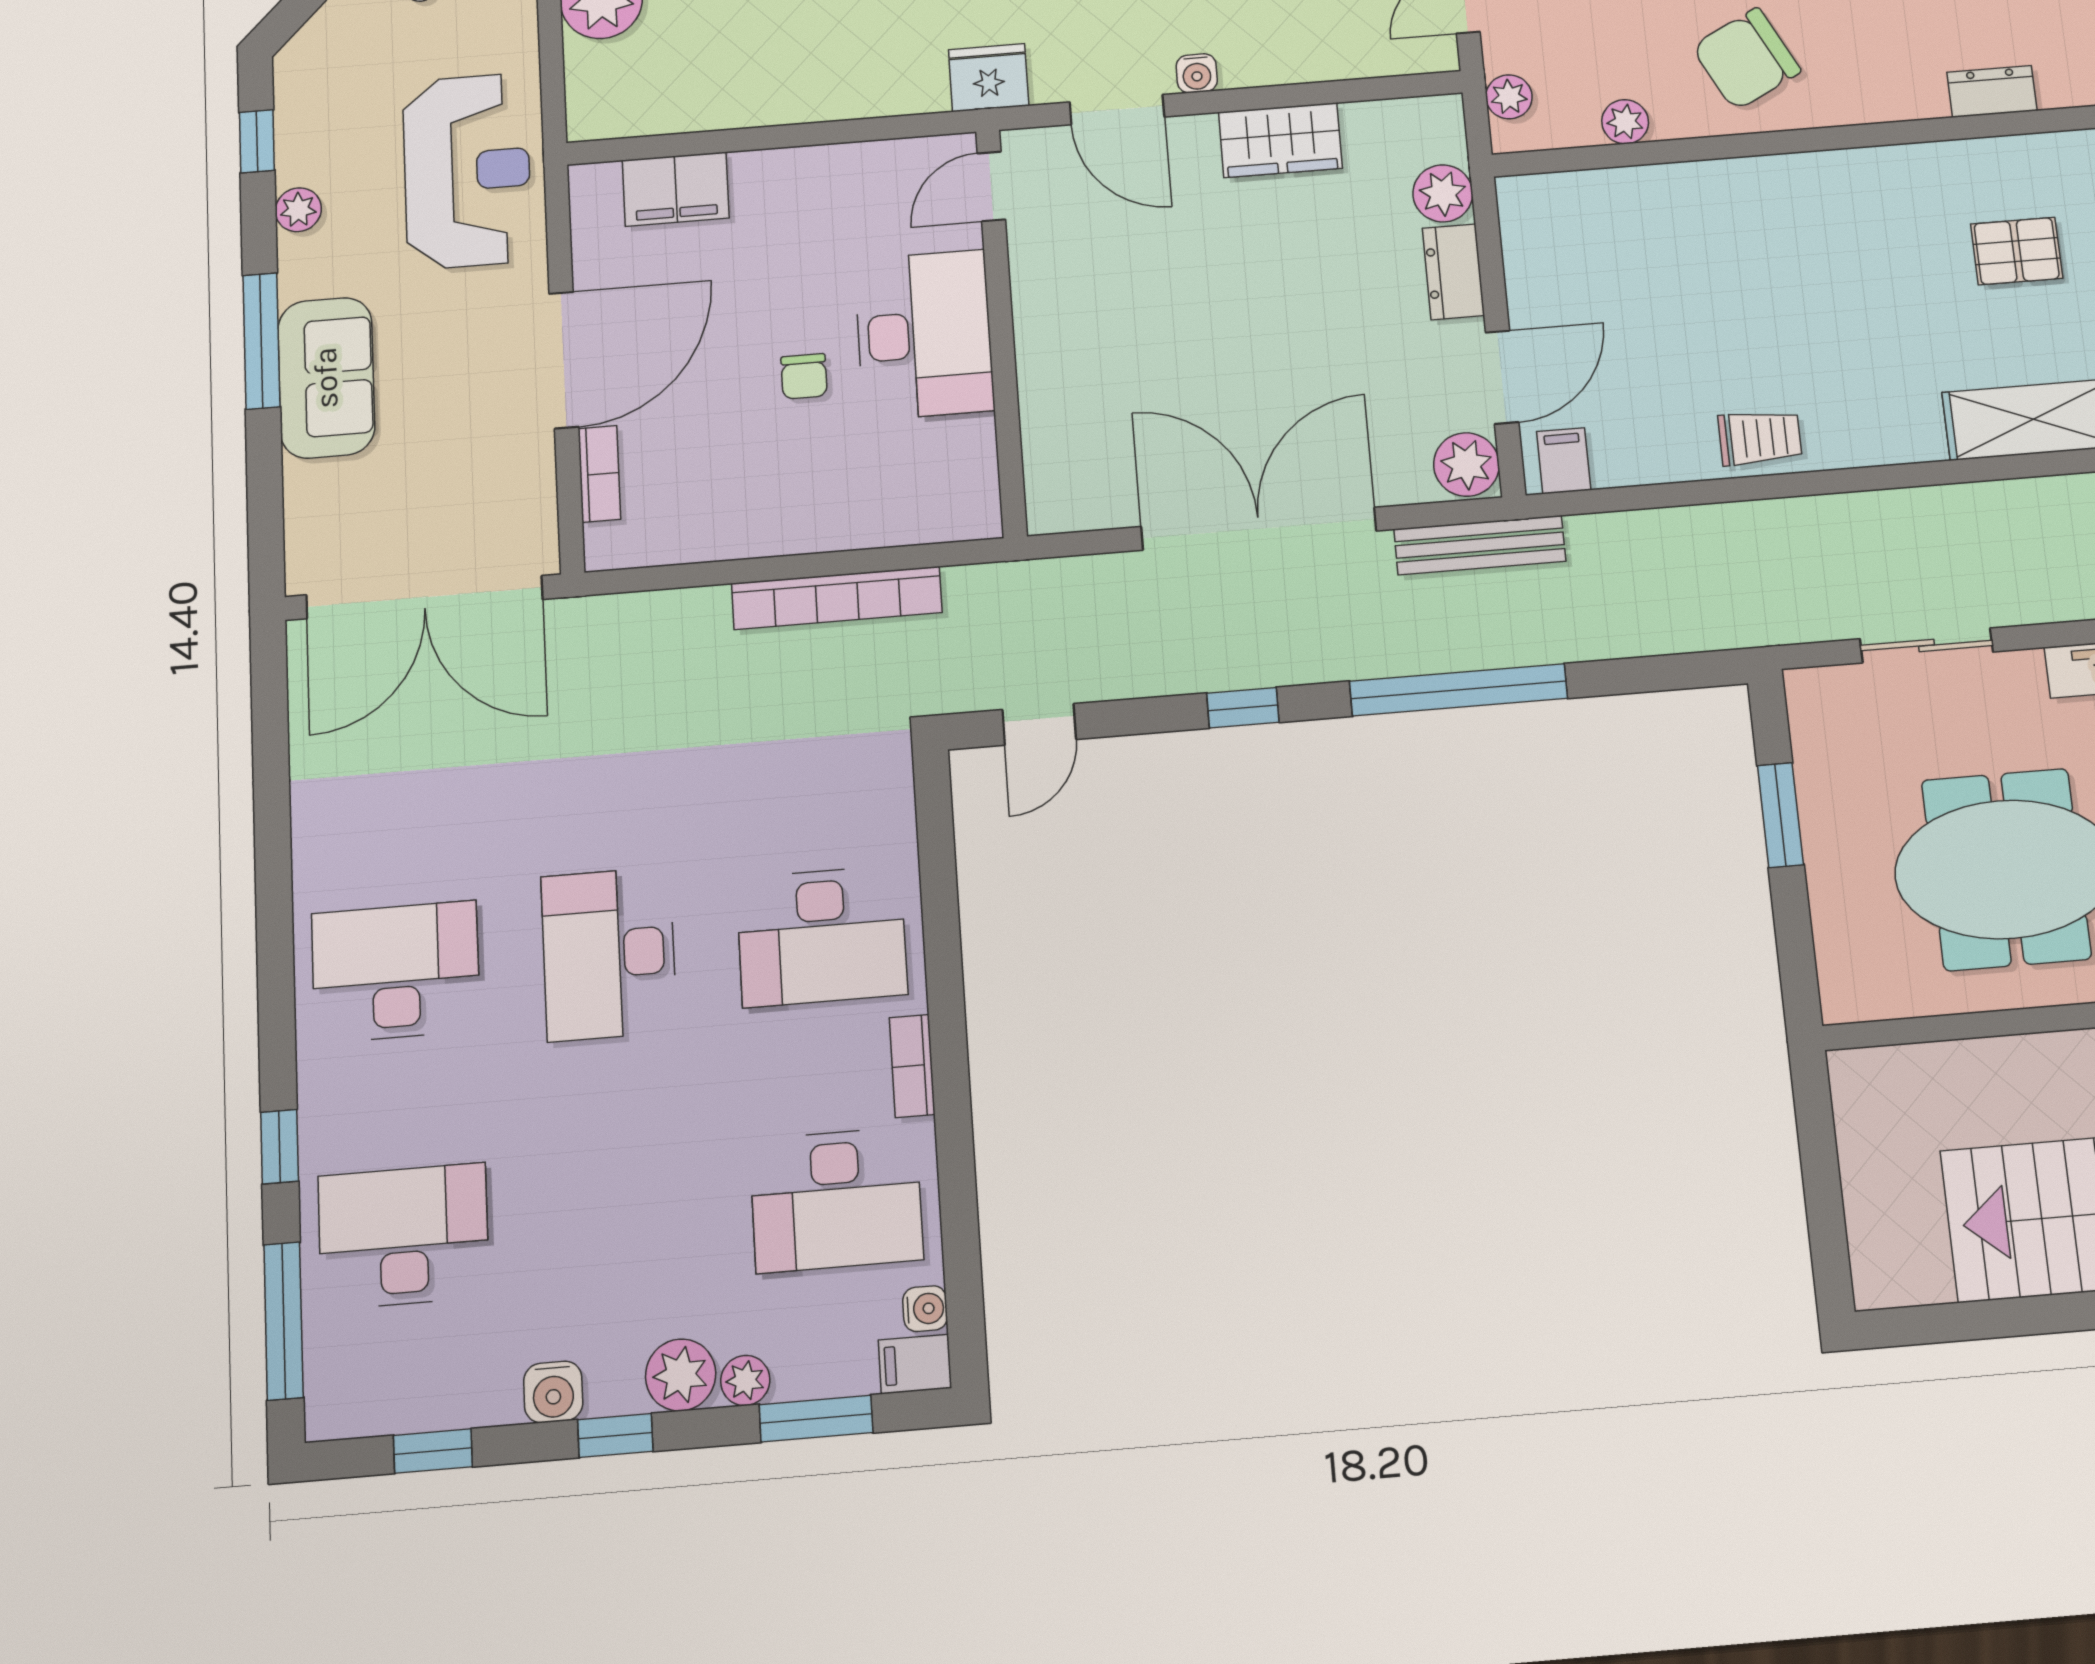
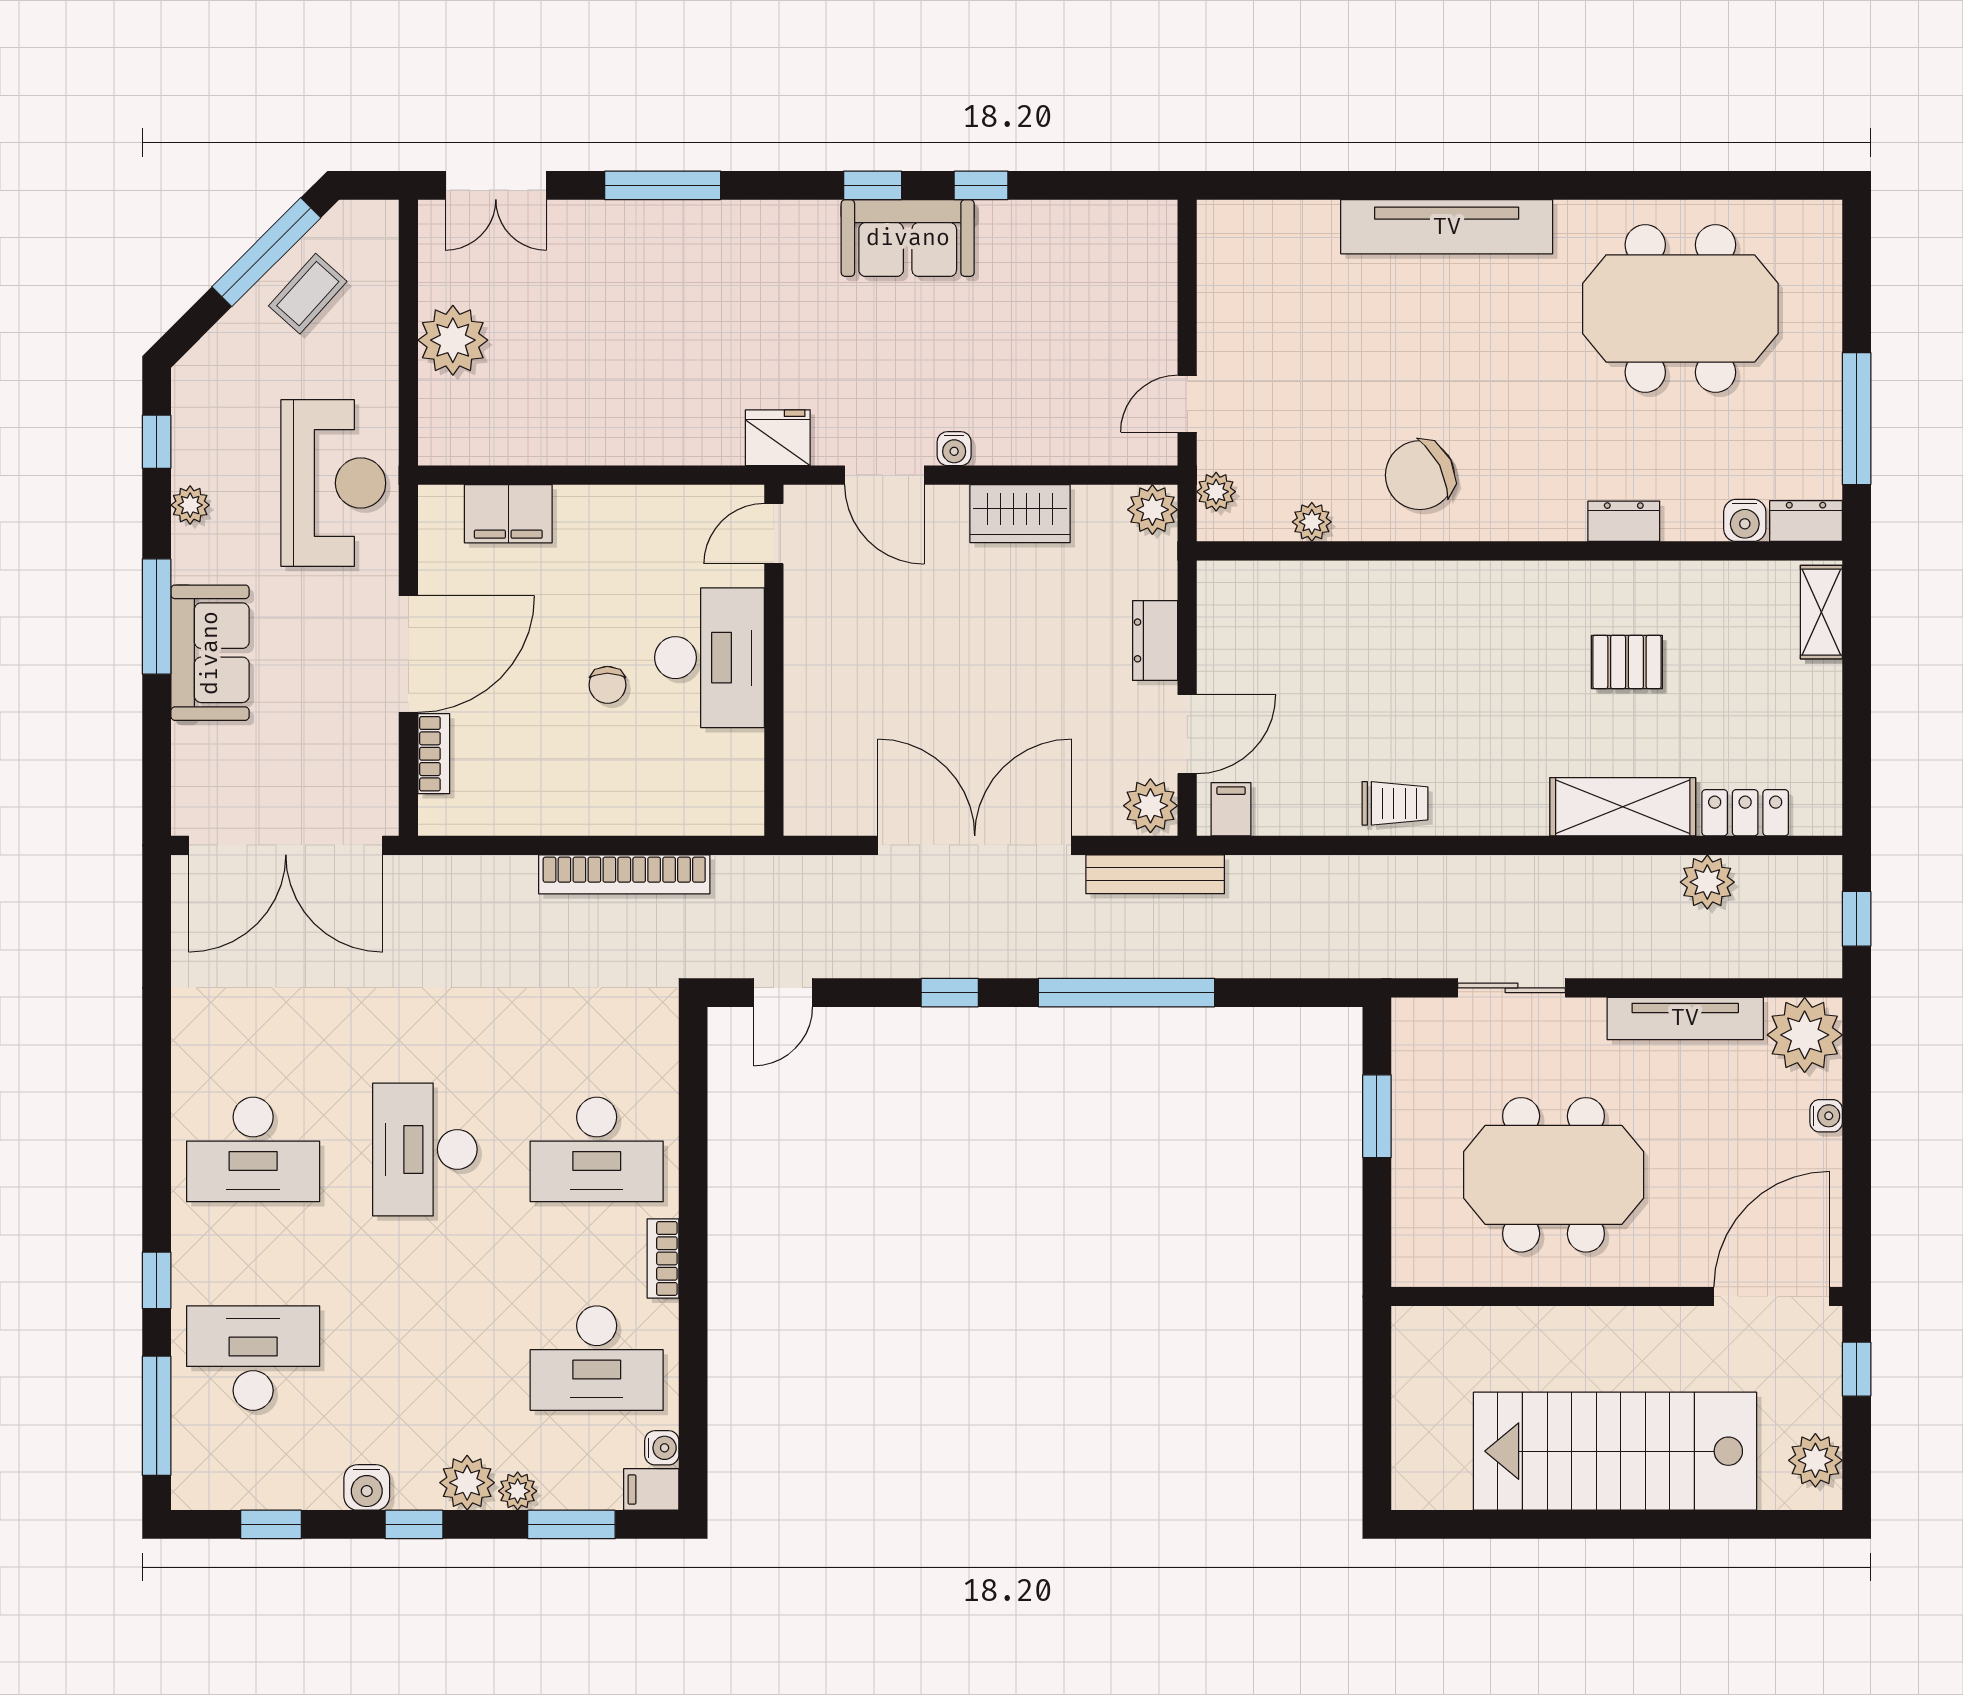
plant: (1443, 193) -> (1152, 510), moved
desk: (396, 972) -> (253, 1149), turned 180

